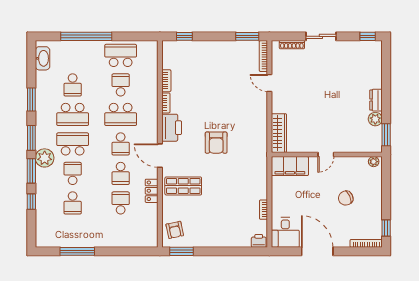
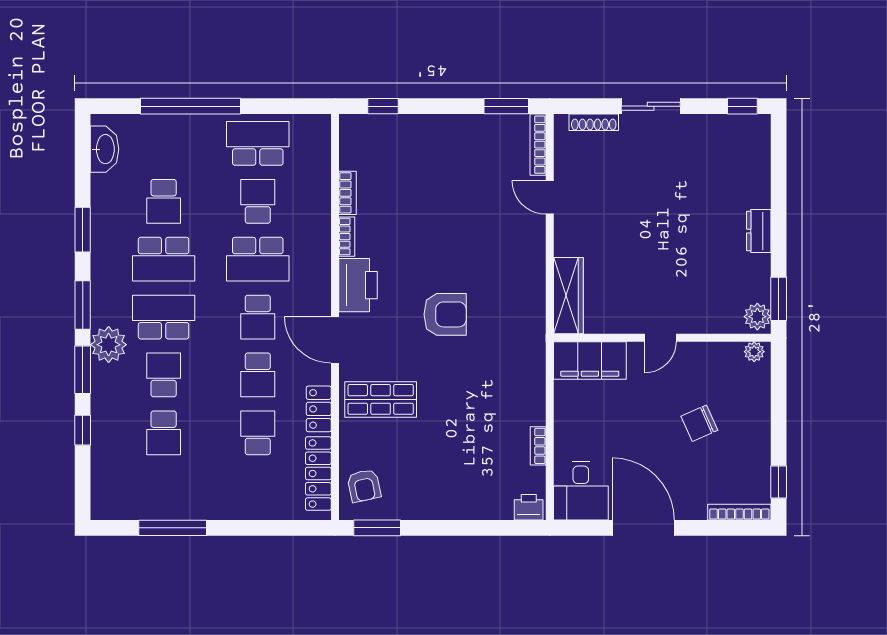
plant: (375, 119) -> (757, 317), moved
armchair: (216, 143) -> (445, 314), turned -90
locker: (152, 224) -> (318, 474), added

